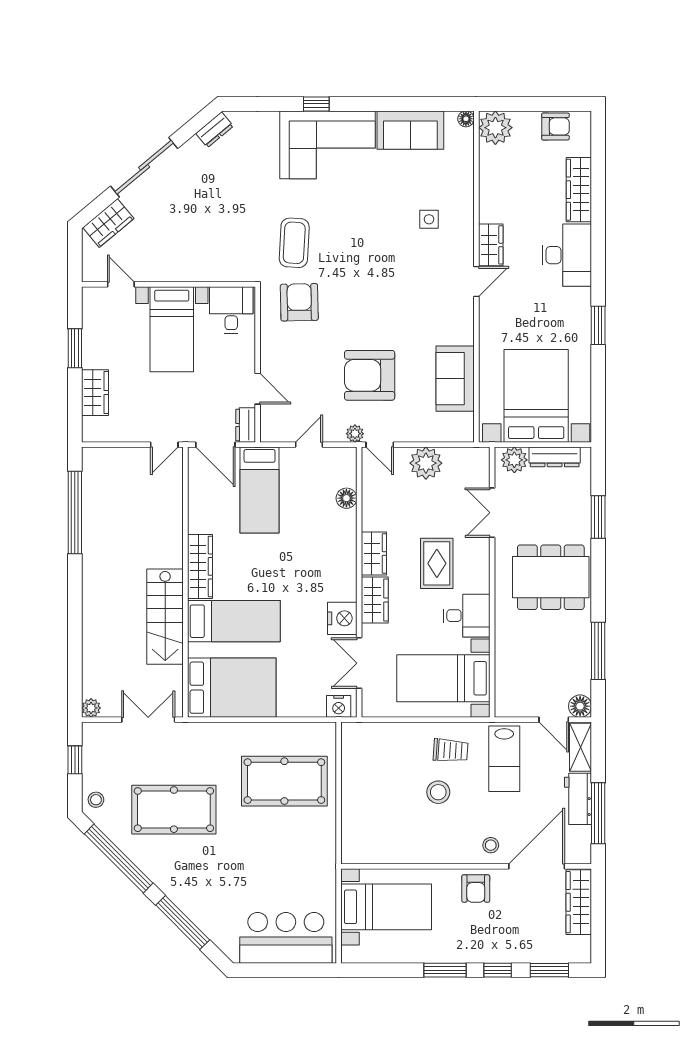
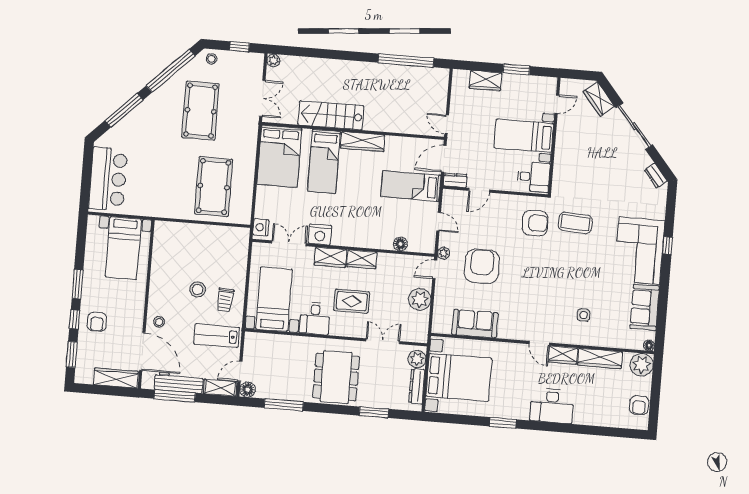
wardrobe: (579, 190) -> (600, 358), moved, turned 180
workbench: (578, 799) -> (179, 383), width x1.38
armchair: (476, 889) -> (97, 322), moved, turned -90

